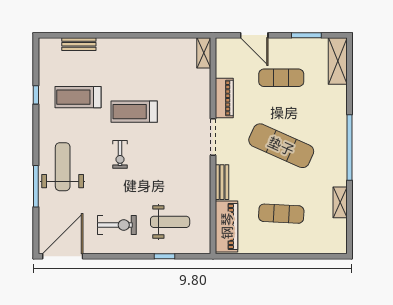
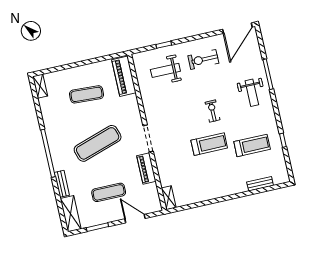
exercise mat: (281, 146) -> (98, 143), turned -42
weight bench: (63, 167) -> (252, 93), width x0.73, depth x0.75
bench: (222, 182) -> (62, 184), moved
shelving: (340, 202) -> (40, 86), moved

